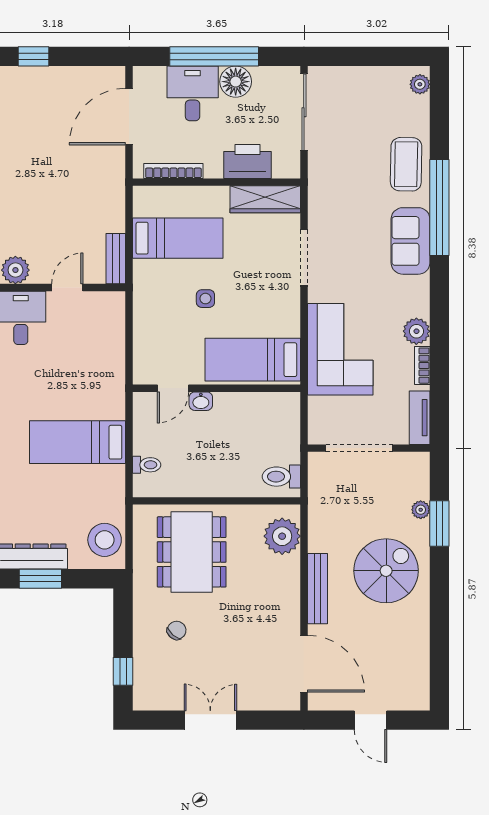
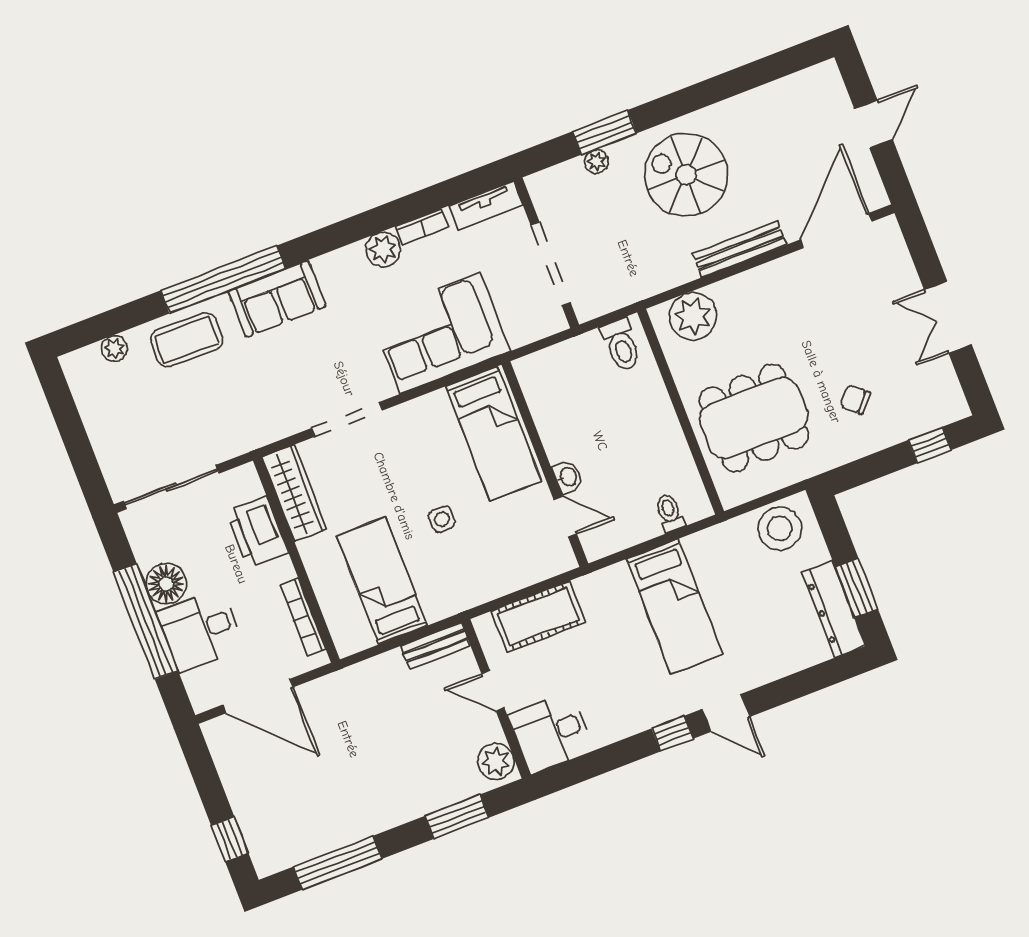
plant: (420, 84) -> (114, 349), moved
cot: (108, 341) -> (538, 617), added

